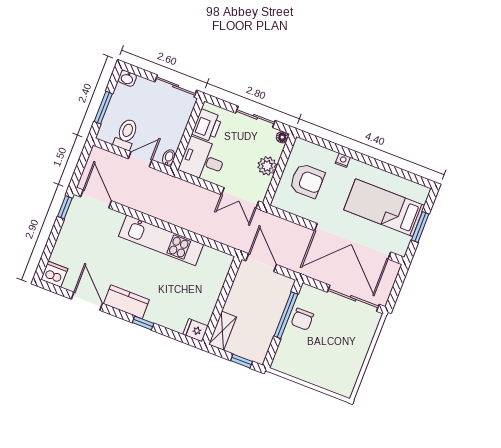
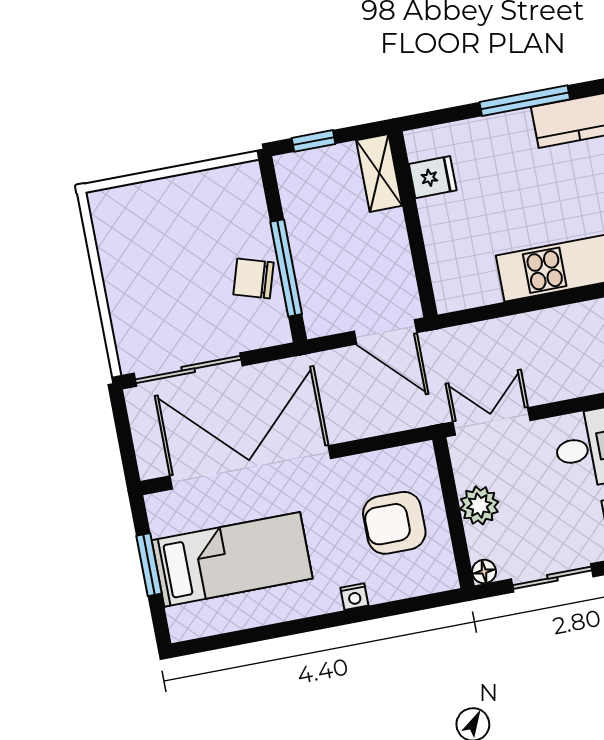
chair: (302, 319) -> (254, 278), turned -73
window: (143, 323) -> (525, 101), width x2.17
fridge: (195, 330) -> (433, 177), moved

